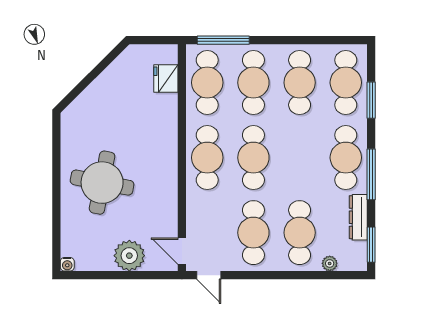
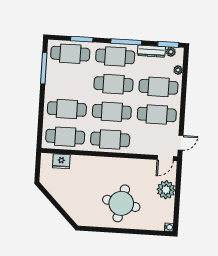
window: (223, 40) -> (44, 68), moved
cafe table: (300, 83) -> (114, 84), moved
plant: (359, 250) -> (171, 52), added

